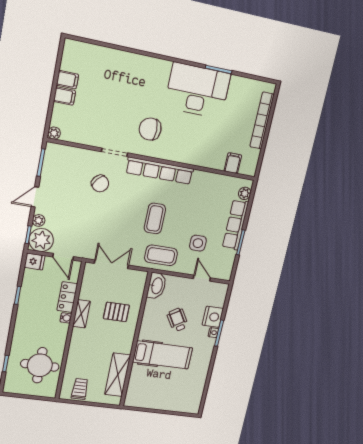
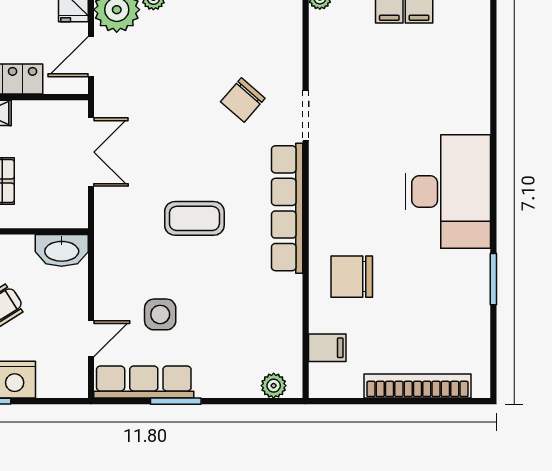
desk: (198, 91) -> (448, 192), moved
chair: (150, 129) -> (352, 277), moved, turned -90
row of seats: (236, 225) -> (144, 382), moved
coffee table: (161, 255) -> (124, 246), removed

